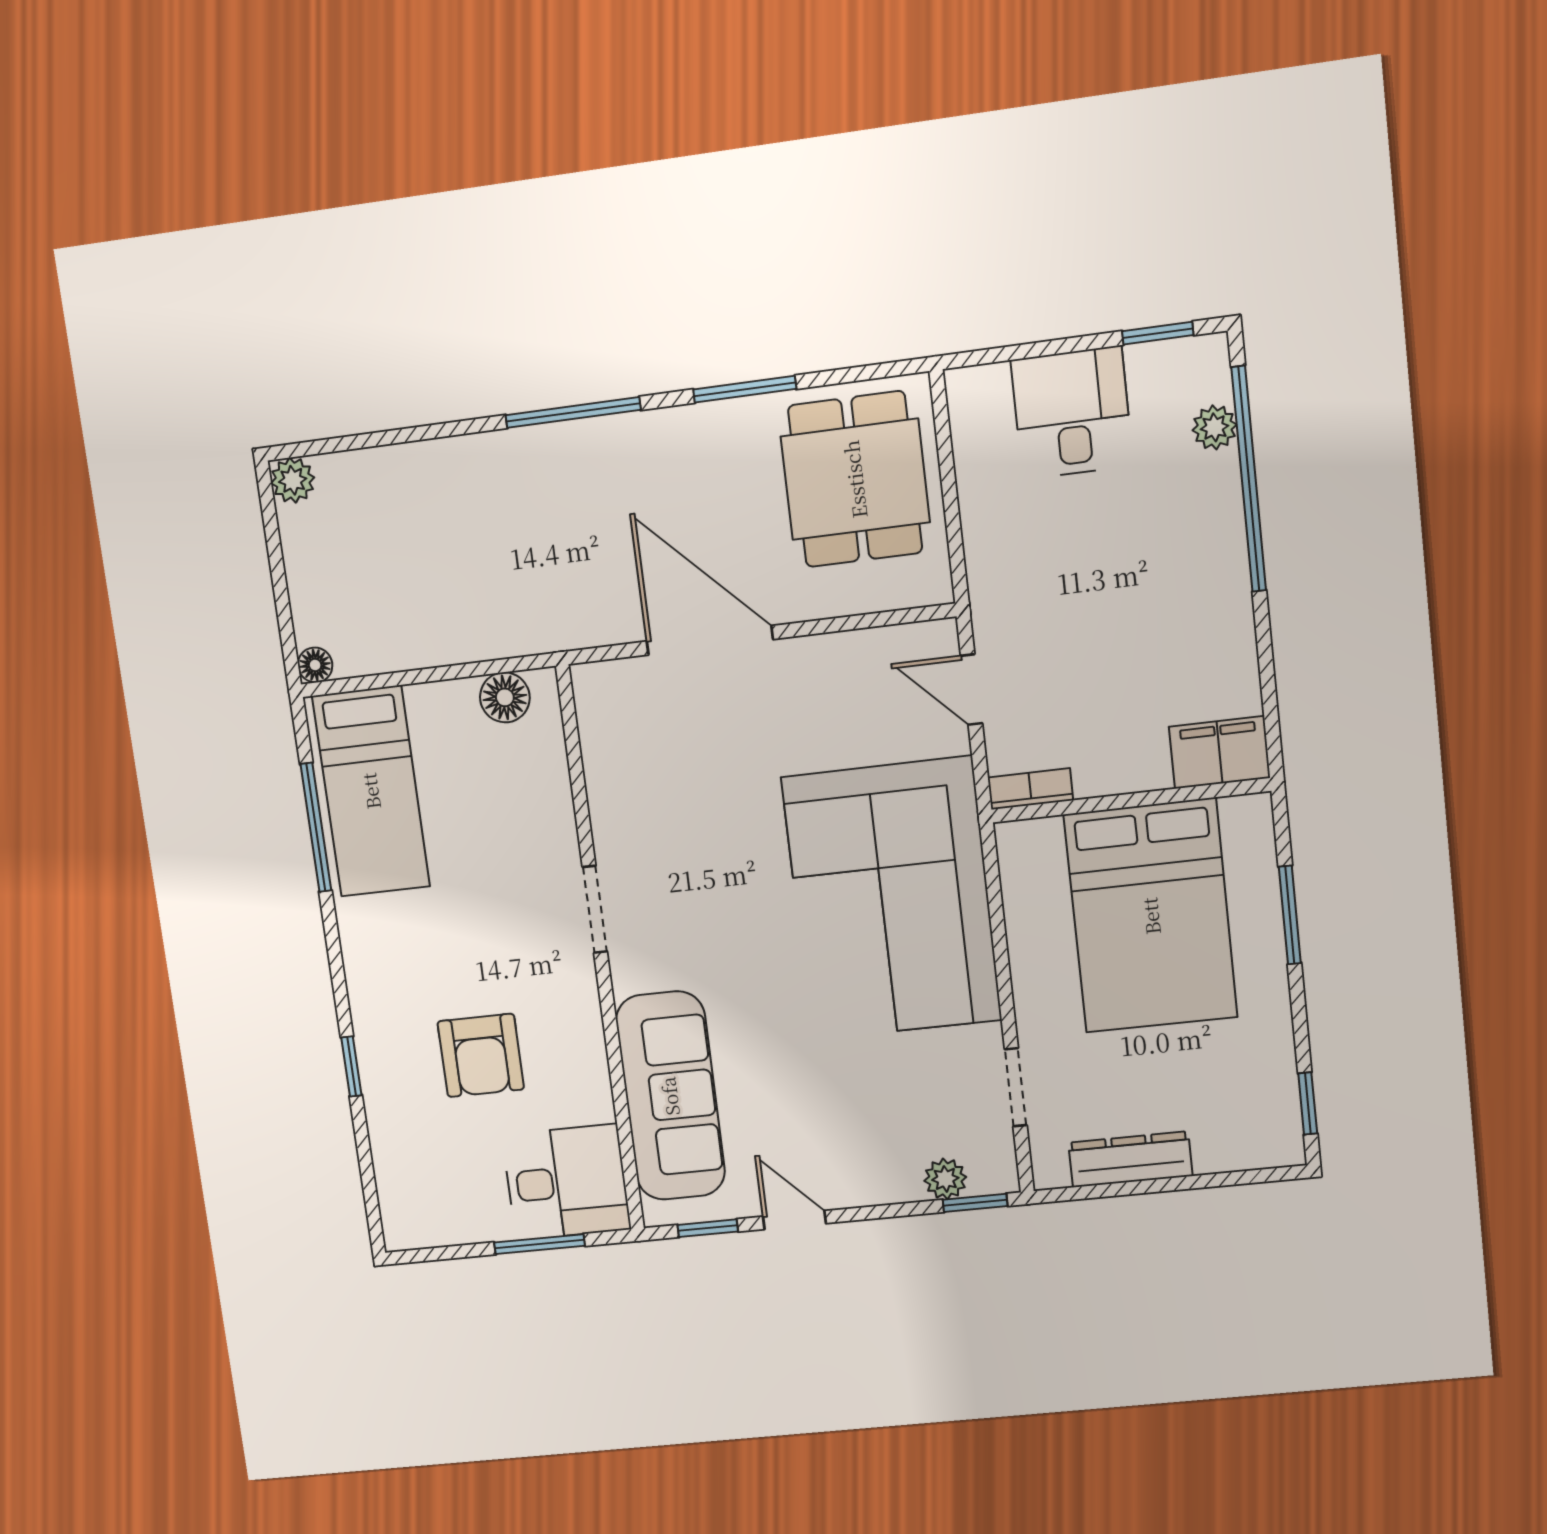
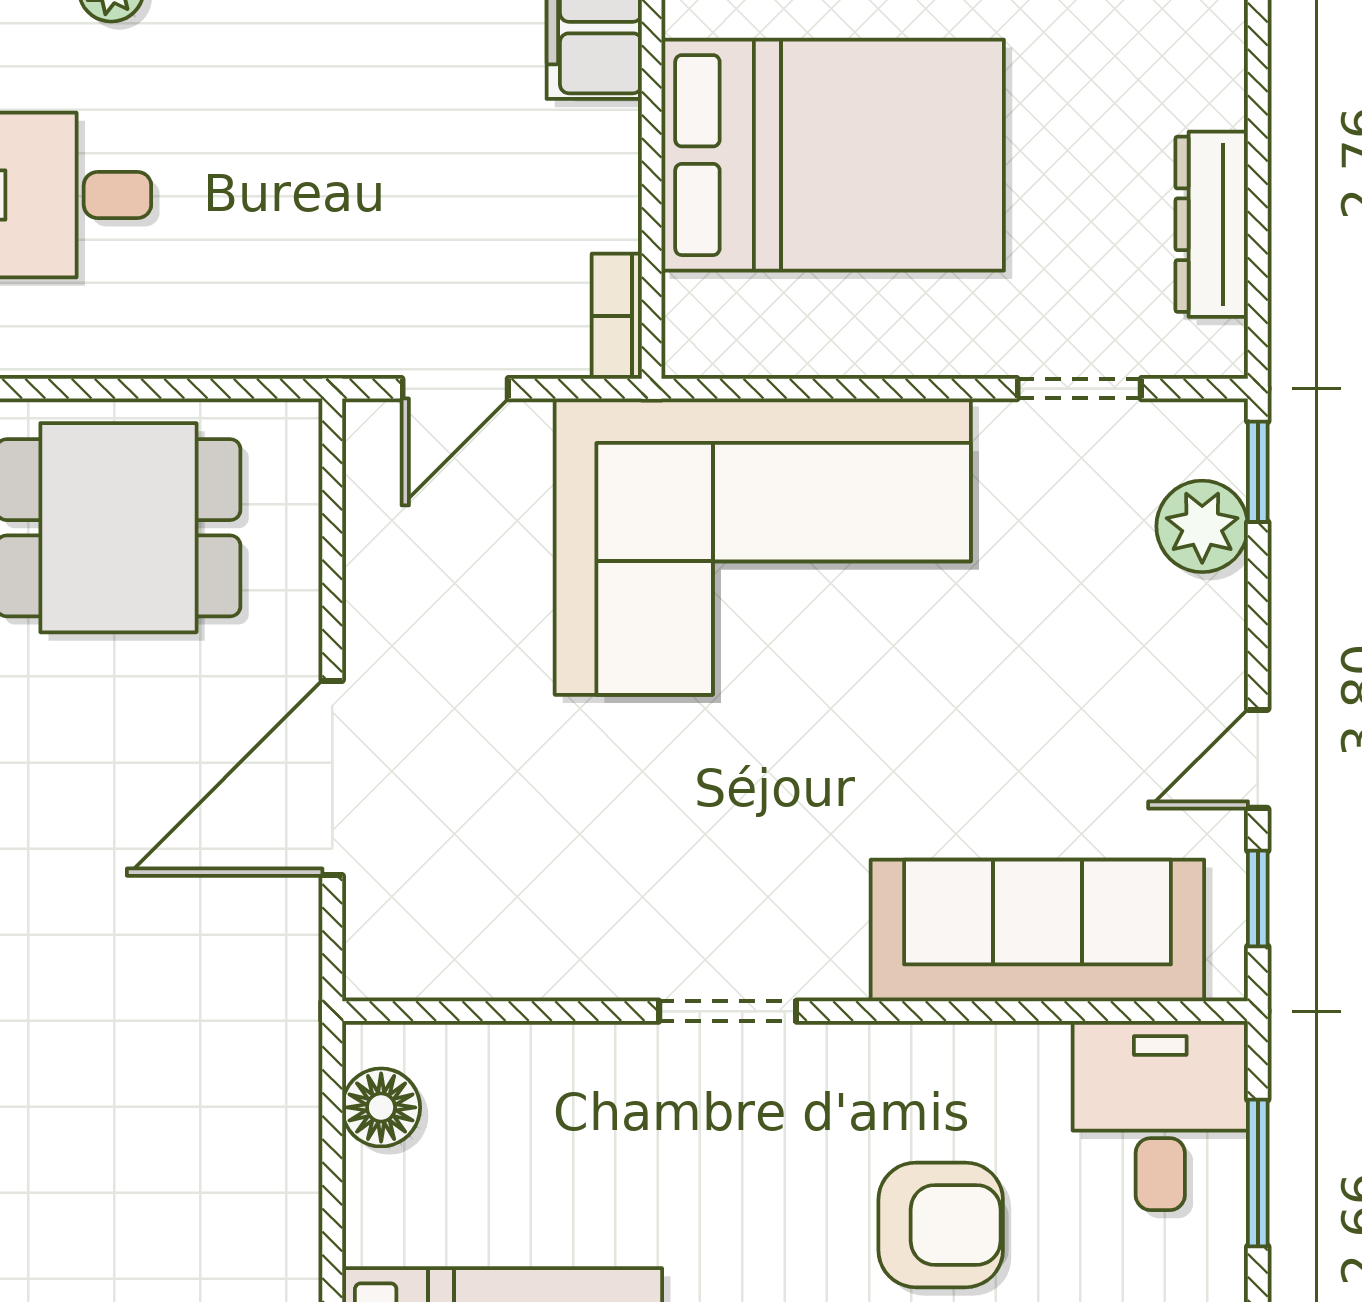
plant: (945, 1179) -> (1202, 526), width x1.38, depth x1.38

